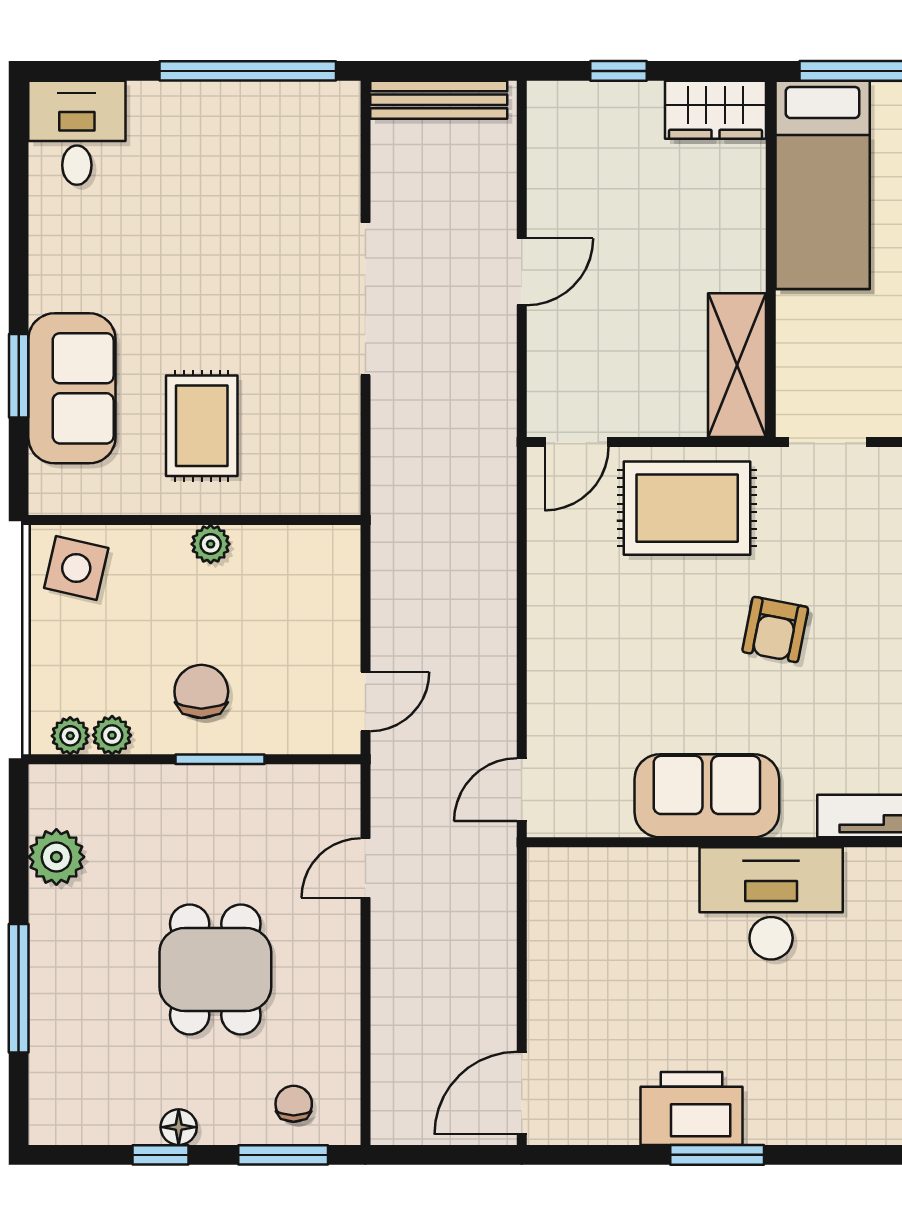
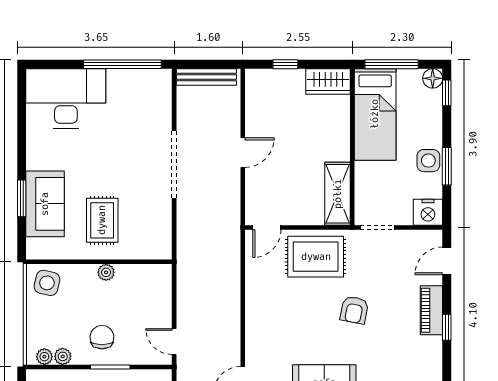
desk: (77, 133) -> (66, 98), width x1.87, depth x1.30
door: (365, 701) -> (174, 342), swing flipped

